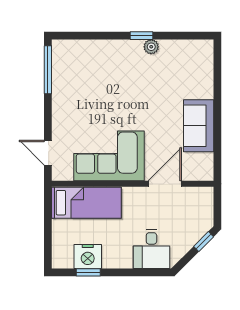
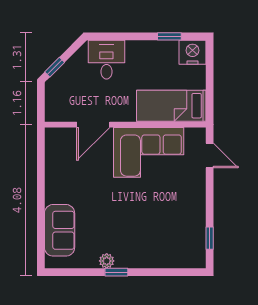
window: (48, 70) -> (210, 238), width x0.46
sofa: (199, 126) -> (60, 230), moved
nightstand: (88, 256) -> (192, 52), moved

